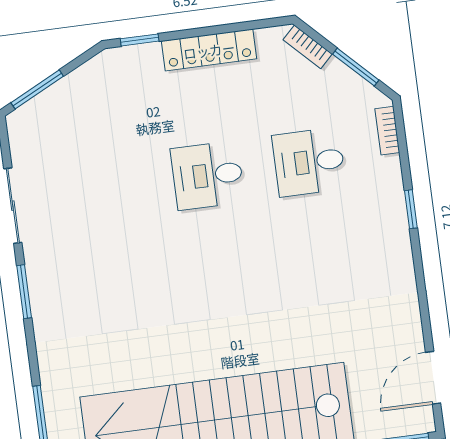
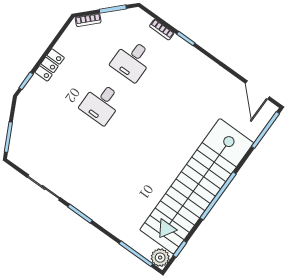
locker: (209, 50) -> (50, 65), width x0.66
bookcase: (387, 131) -> (162, 30), moved

